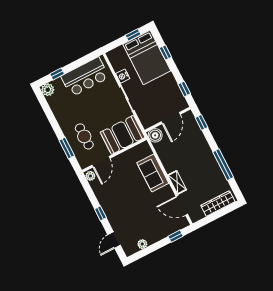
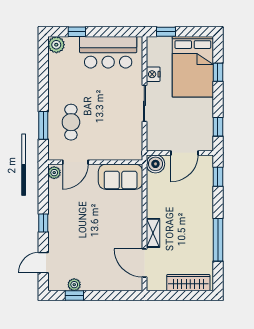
window: (133, 35) -> (166, 32), moved
booth: (123, 135) -> (117, 144), removed
sofa: (153, 173) -> (121, 177), moved, turned -90
window: (176, 236) -> (74, 296), moved

